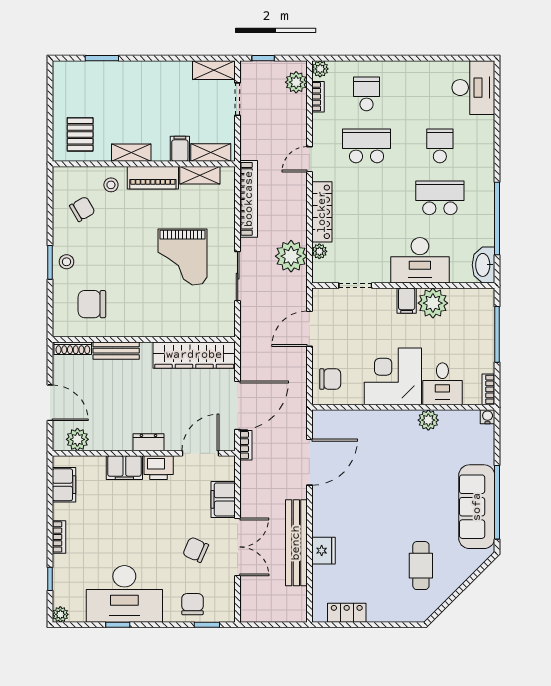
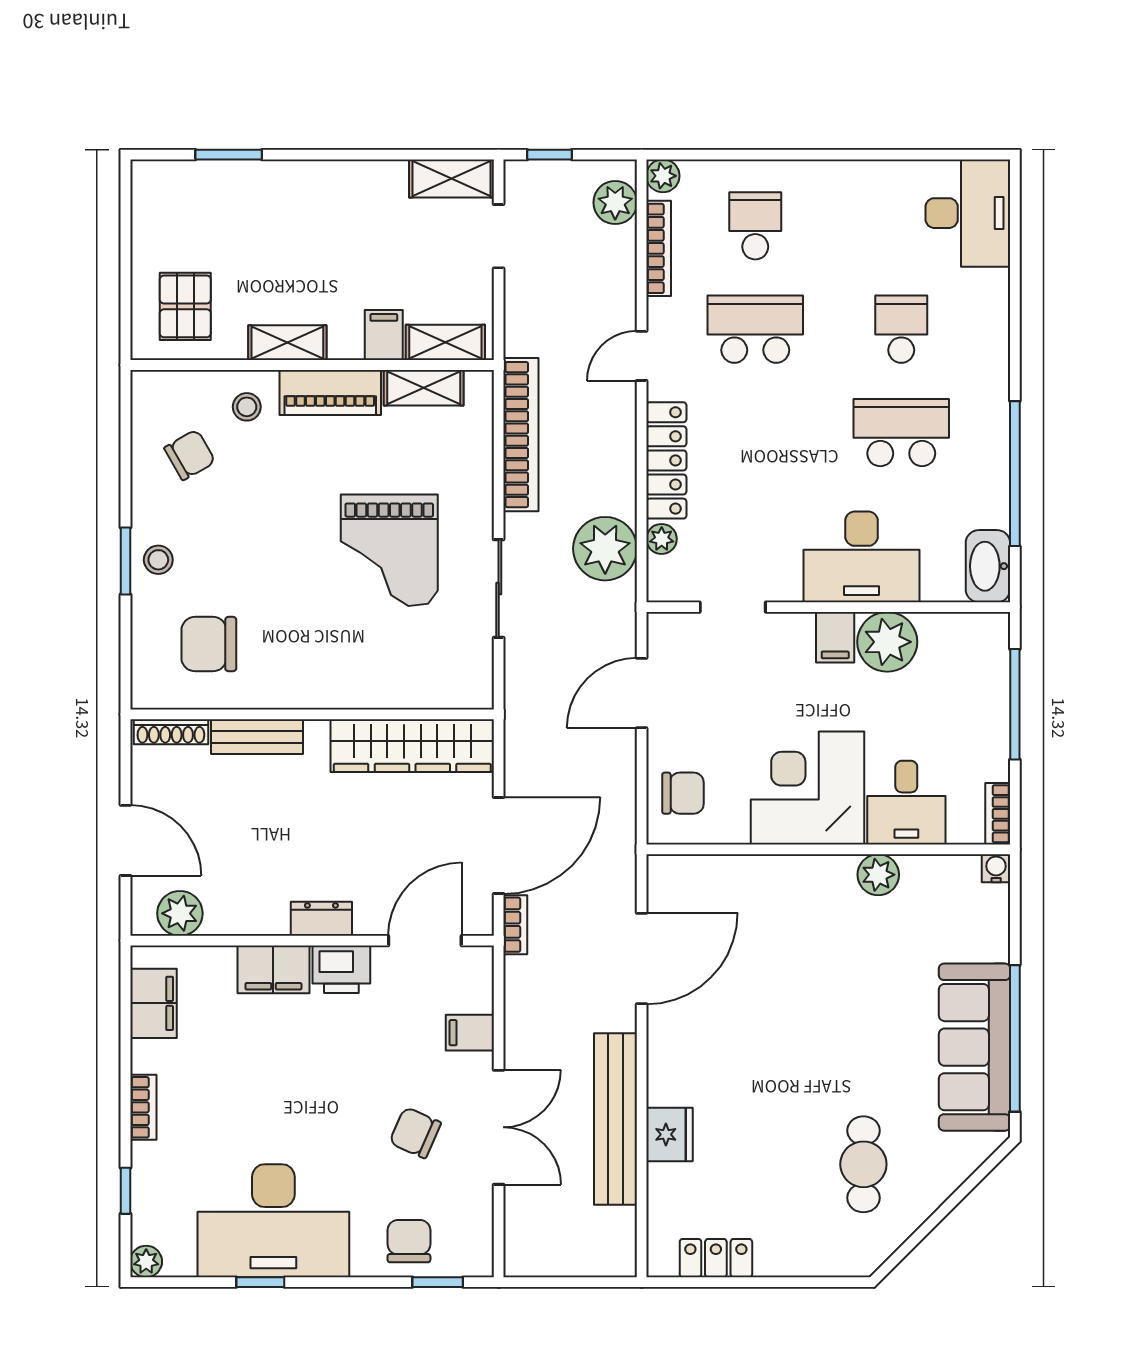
bookcase: (318, 97) -> (659, 248), width x1.56
filing cabinet: (223, 499) -> (470, 1033), width x0.50

